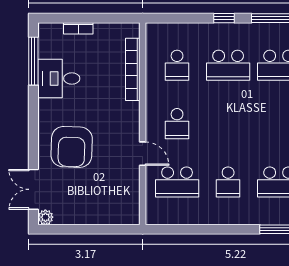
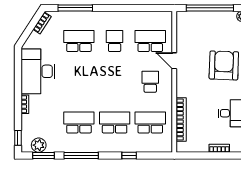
window: (224, 18) -> (129, 155), moved
school desk: (177, 65) -> (150, 122), width x1.85
window: (92, 229) -> (210, 8), added

